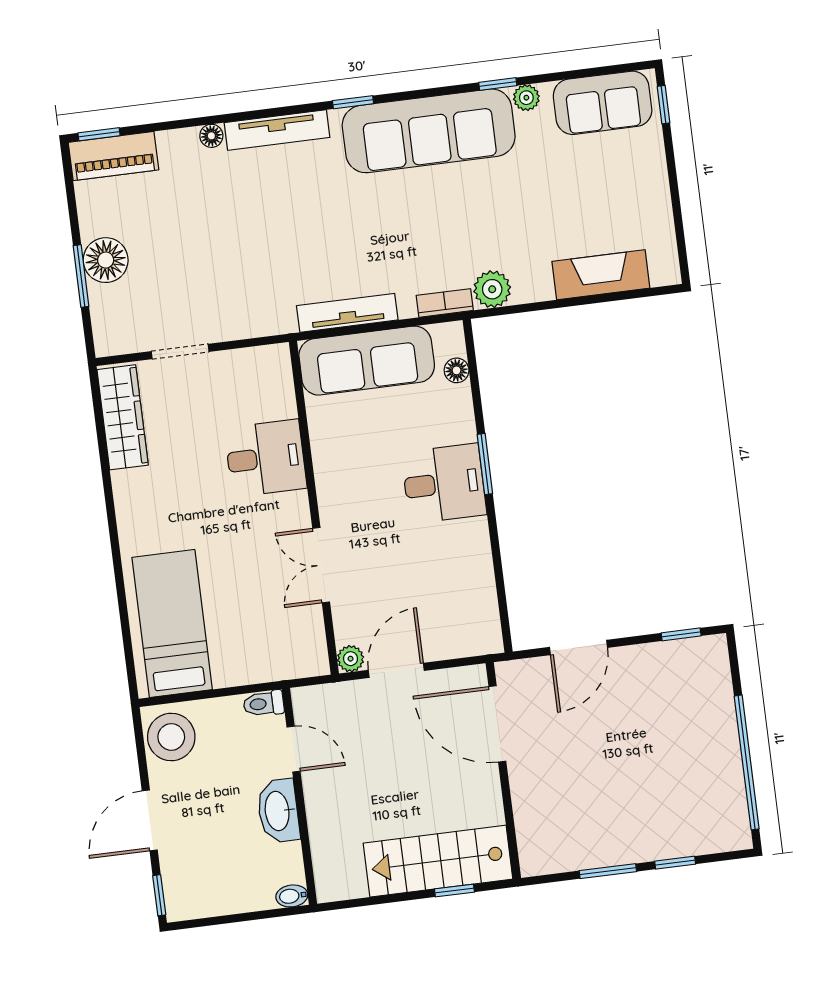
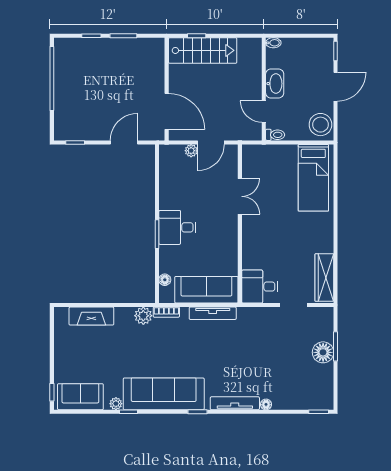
piano: (113, 156) -> (313, 401), removed
desk: (266, 458) -> (260, 287), moved
plant: (351, 659) -> (191, 151), moved

